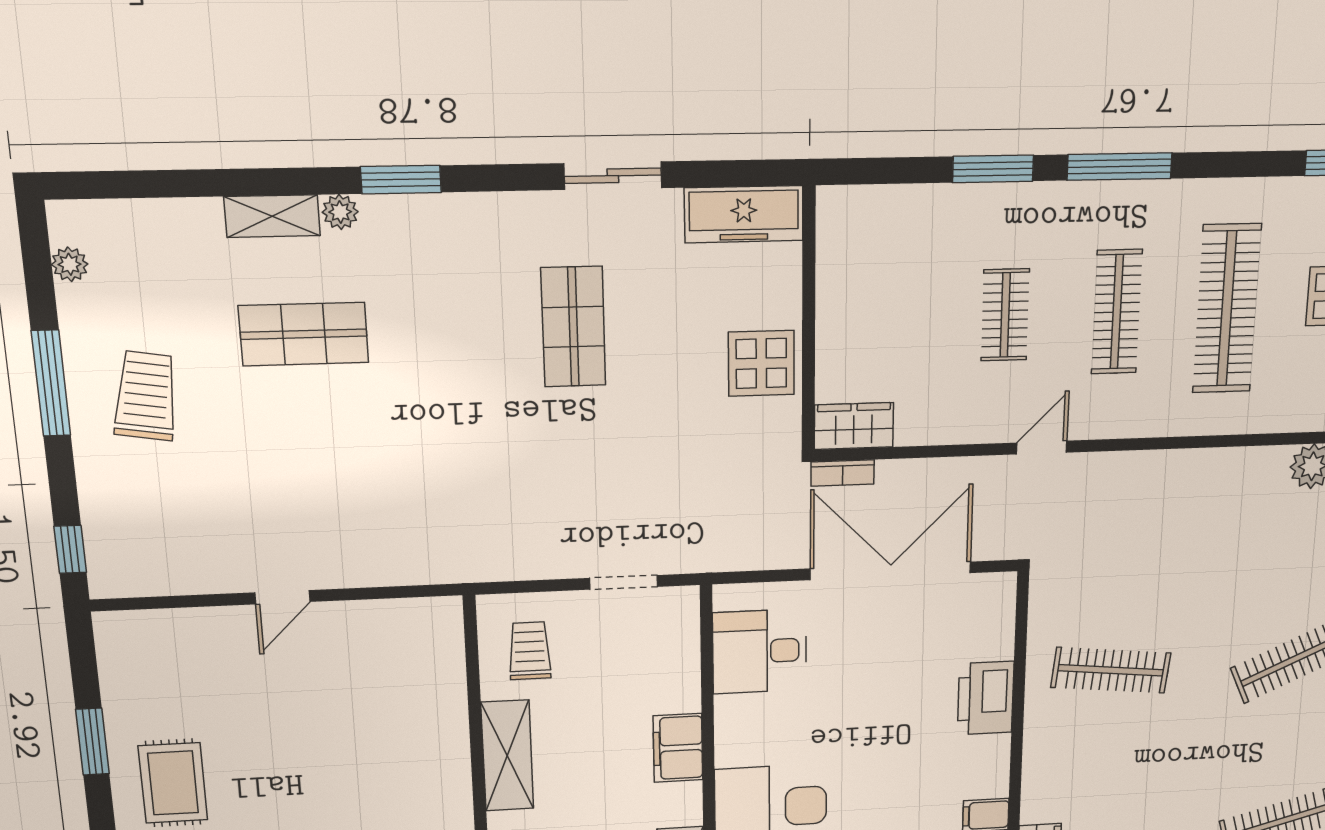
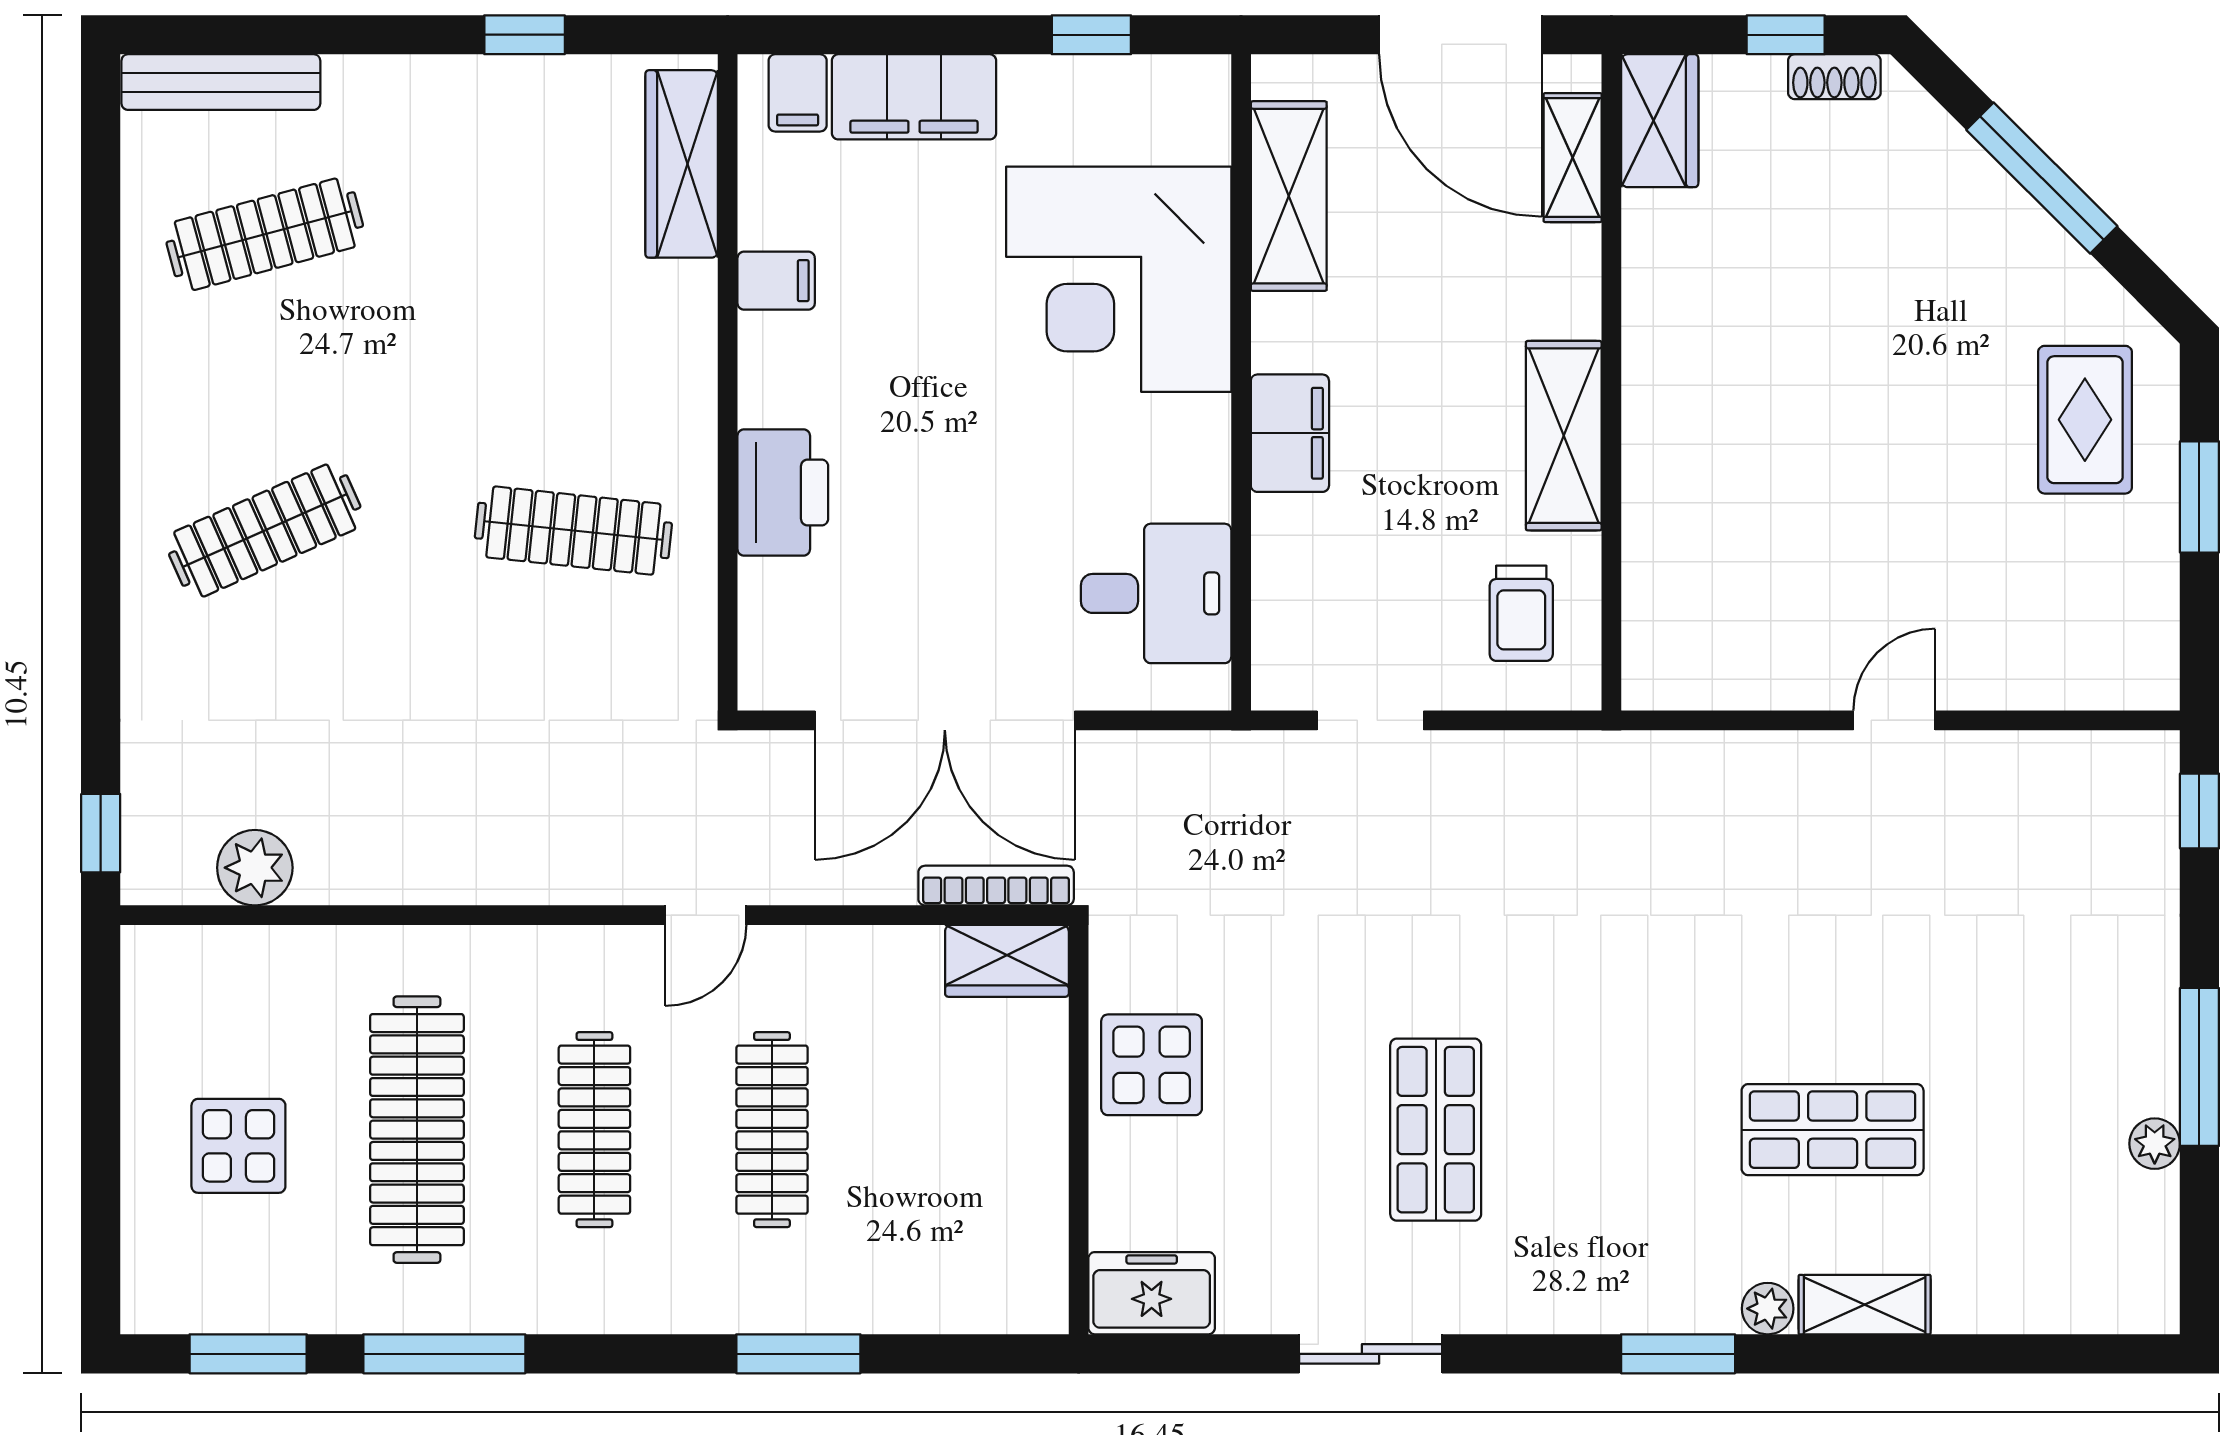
window: (1119, 167) -> (444, 1354), moved
freezer: (744, 214) -> (1152, 1293), width x0.71
plant: (70, 264) -> (2155, 1144), moved
clothes rail: (1005, 315) -> (772, 1130), width x1.36
trolley: (146, 396) -> (2067, 1044), removed
bookcase: (843, 473) -> (996, 886), width x1.56

